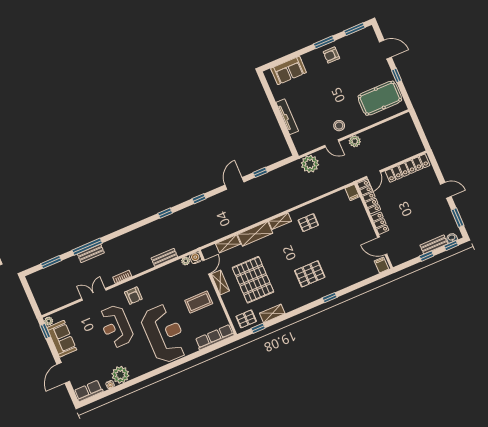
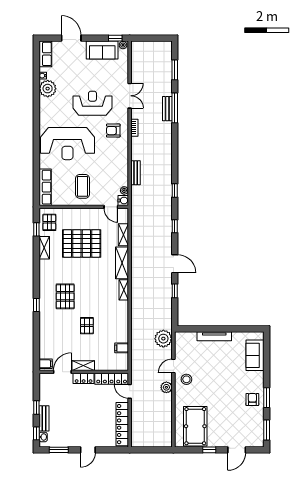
filing cabinet: (352, 192) -> (122, 348), moved
pallet: (308, 223) -> (87, 326), moved
shelving: (220, 282) -> (83, 366), moved

